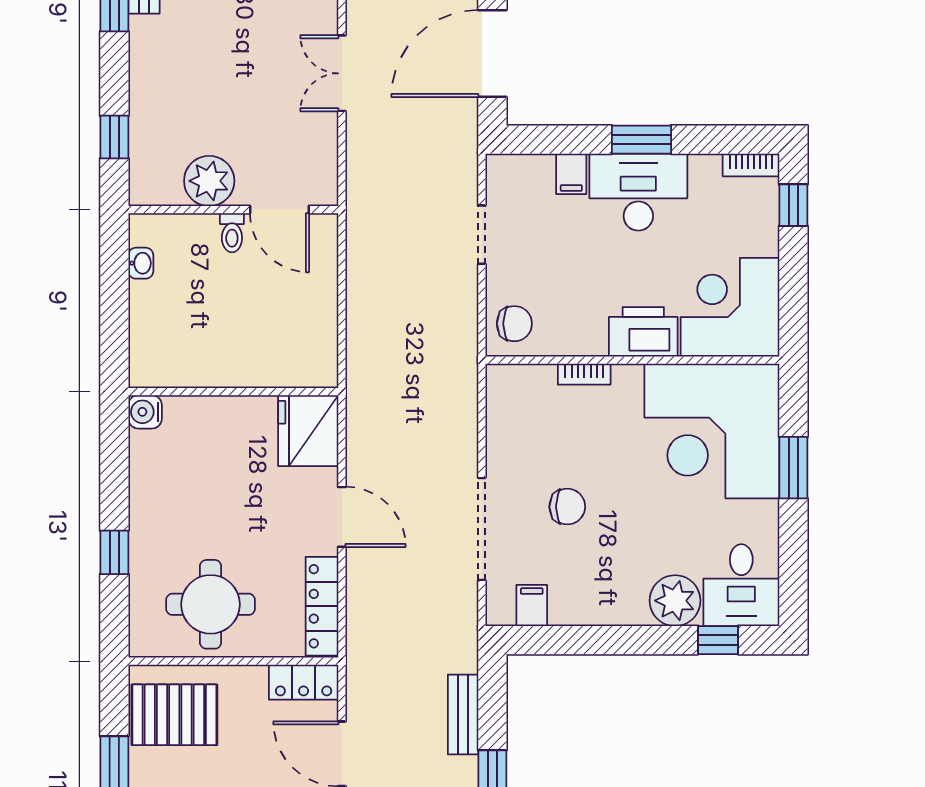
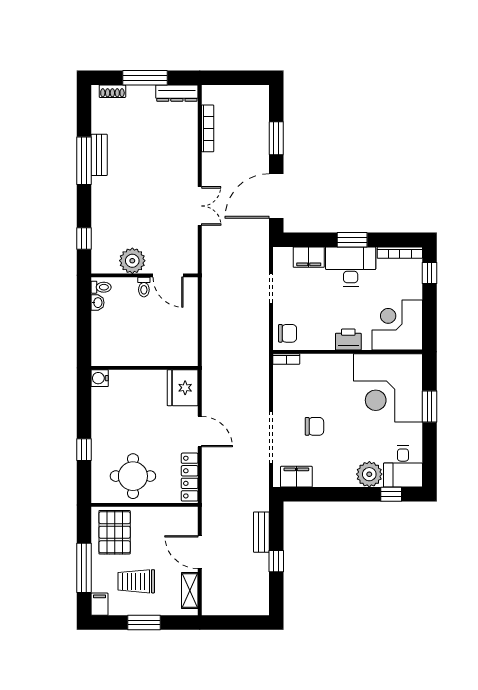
double door: (342, 73) -> (200, 206), swing flipped
bookcase: (751, 165) -> (400, 253), width x1.56
filing cabinet: (571, 174) -> (309, 257), width x2.00
toilet: (148, 233) -> (101, 287), added
printer: (643, 332) -> (348, 340), width x0.73, depth x0.84
bookcase: (584, 374) -> (286, 359), moved
filing cabinet: (532, 606) -> (296, 477), width x2.00
locker: (304, 682) -> (180, 516), removed
pallet: (174, 715) -> (115, 532), turned 90

